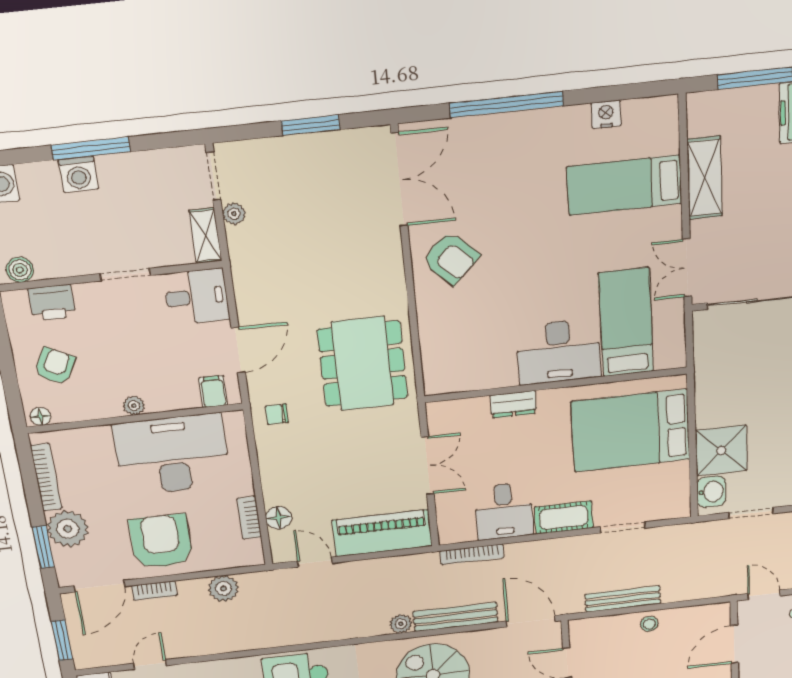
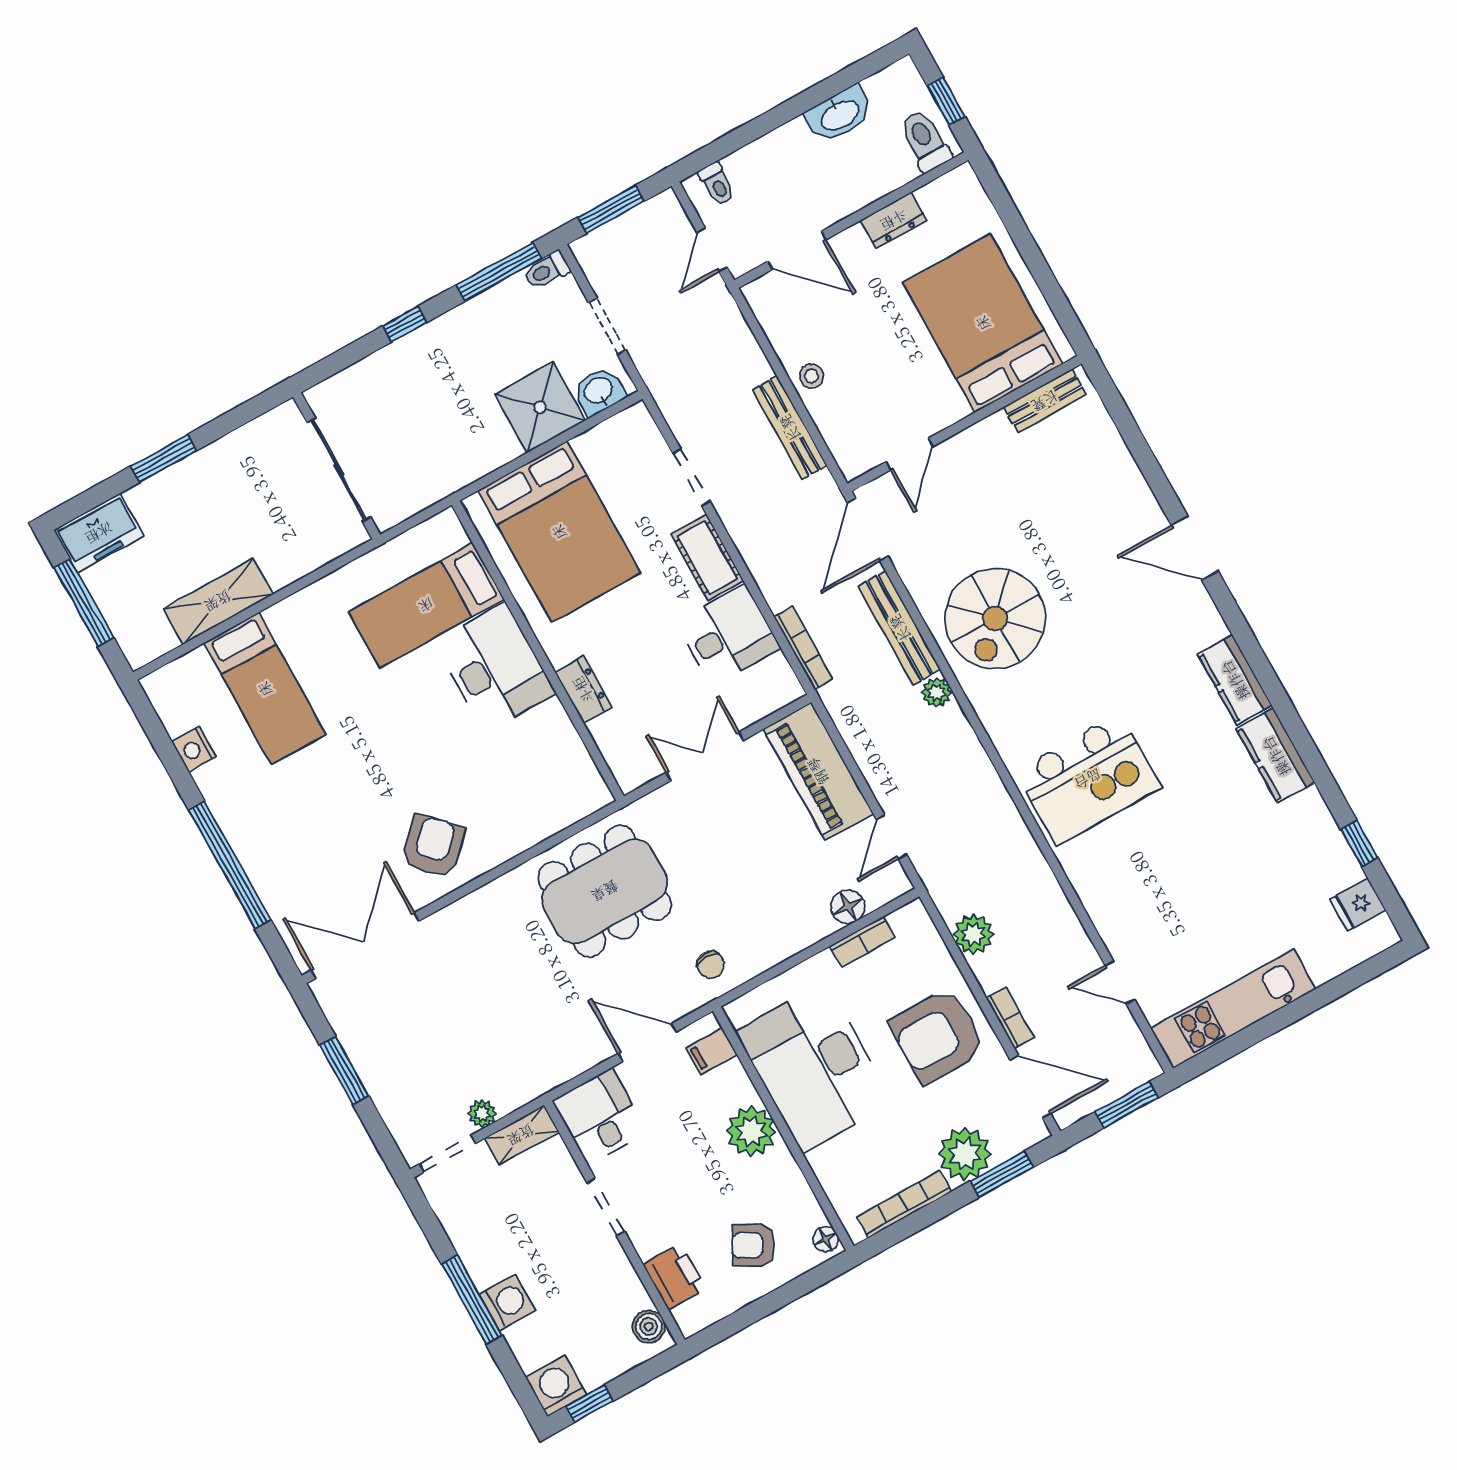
double door: (687, 268) -> (331, 567), removed
plant: (134, 406) -> (751, 1132), width x1.88, depth x1.88

